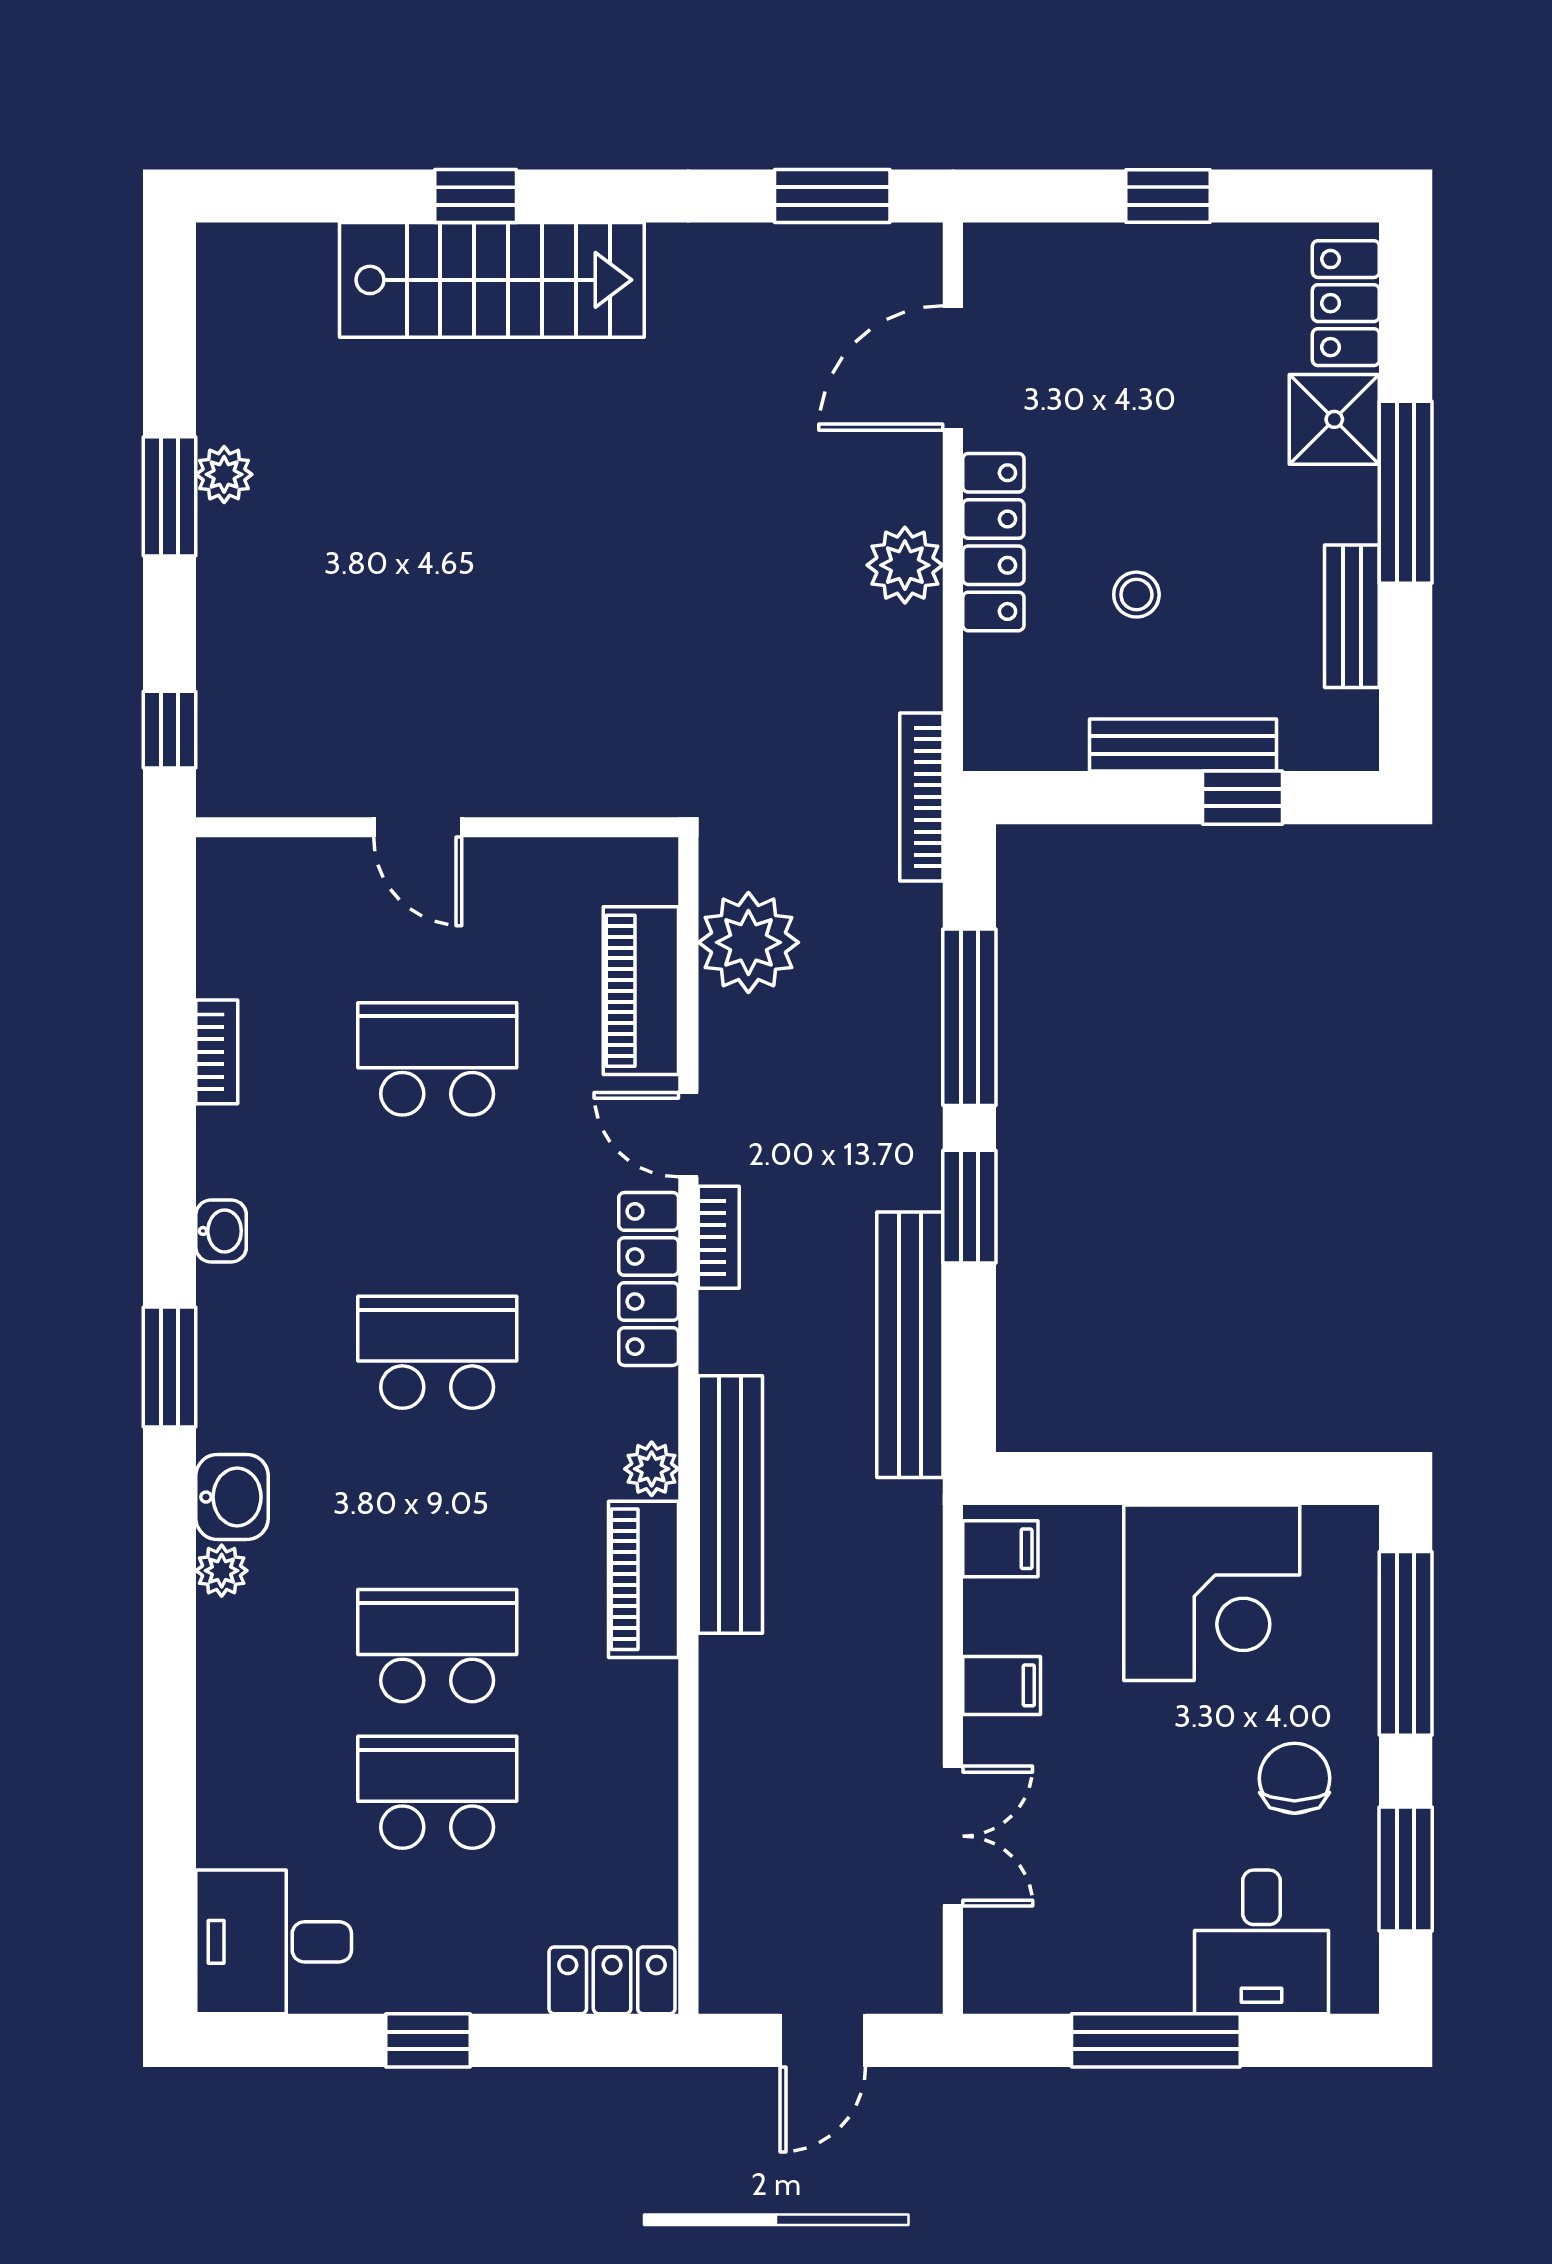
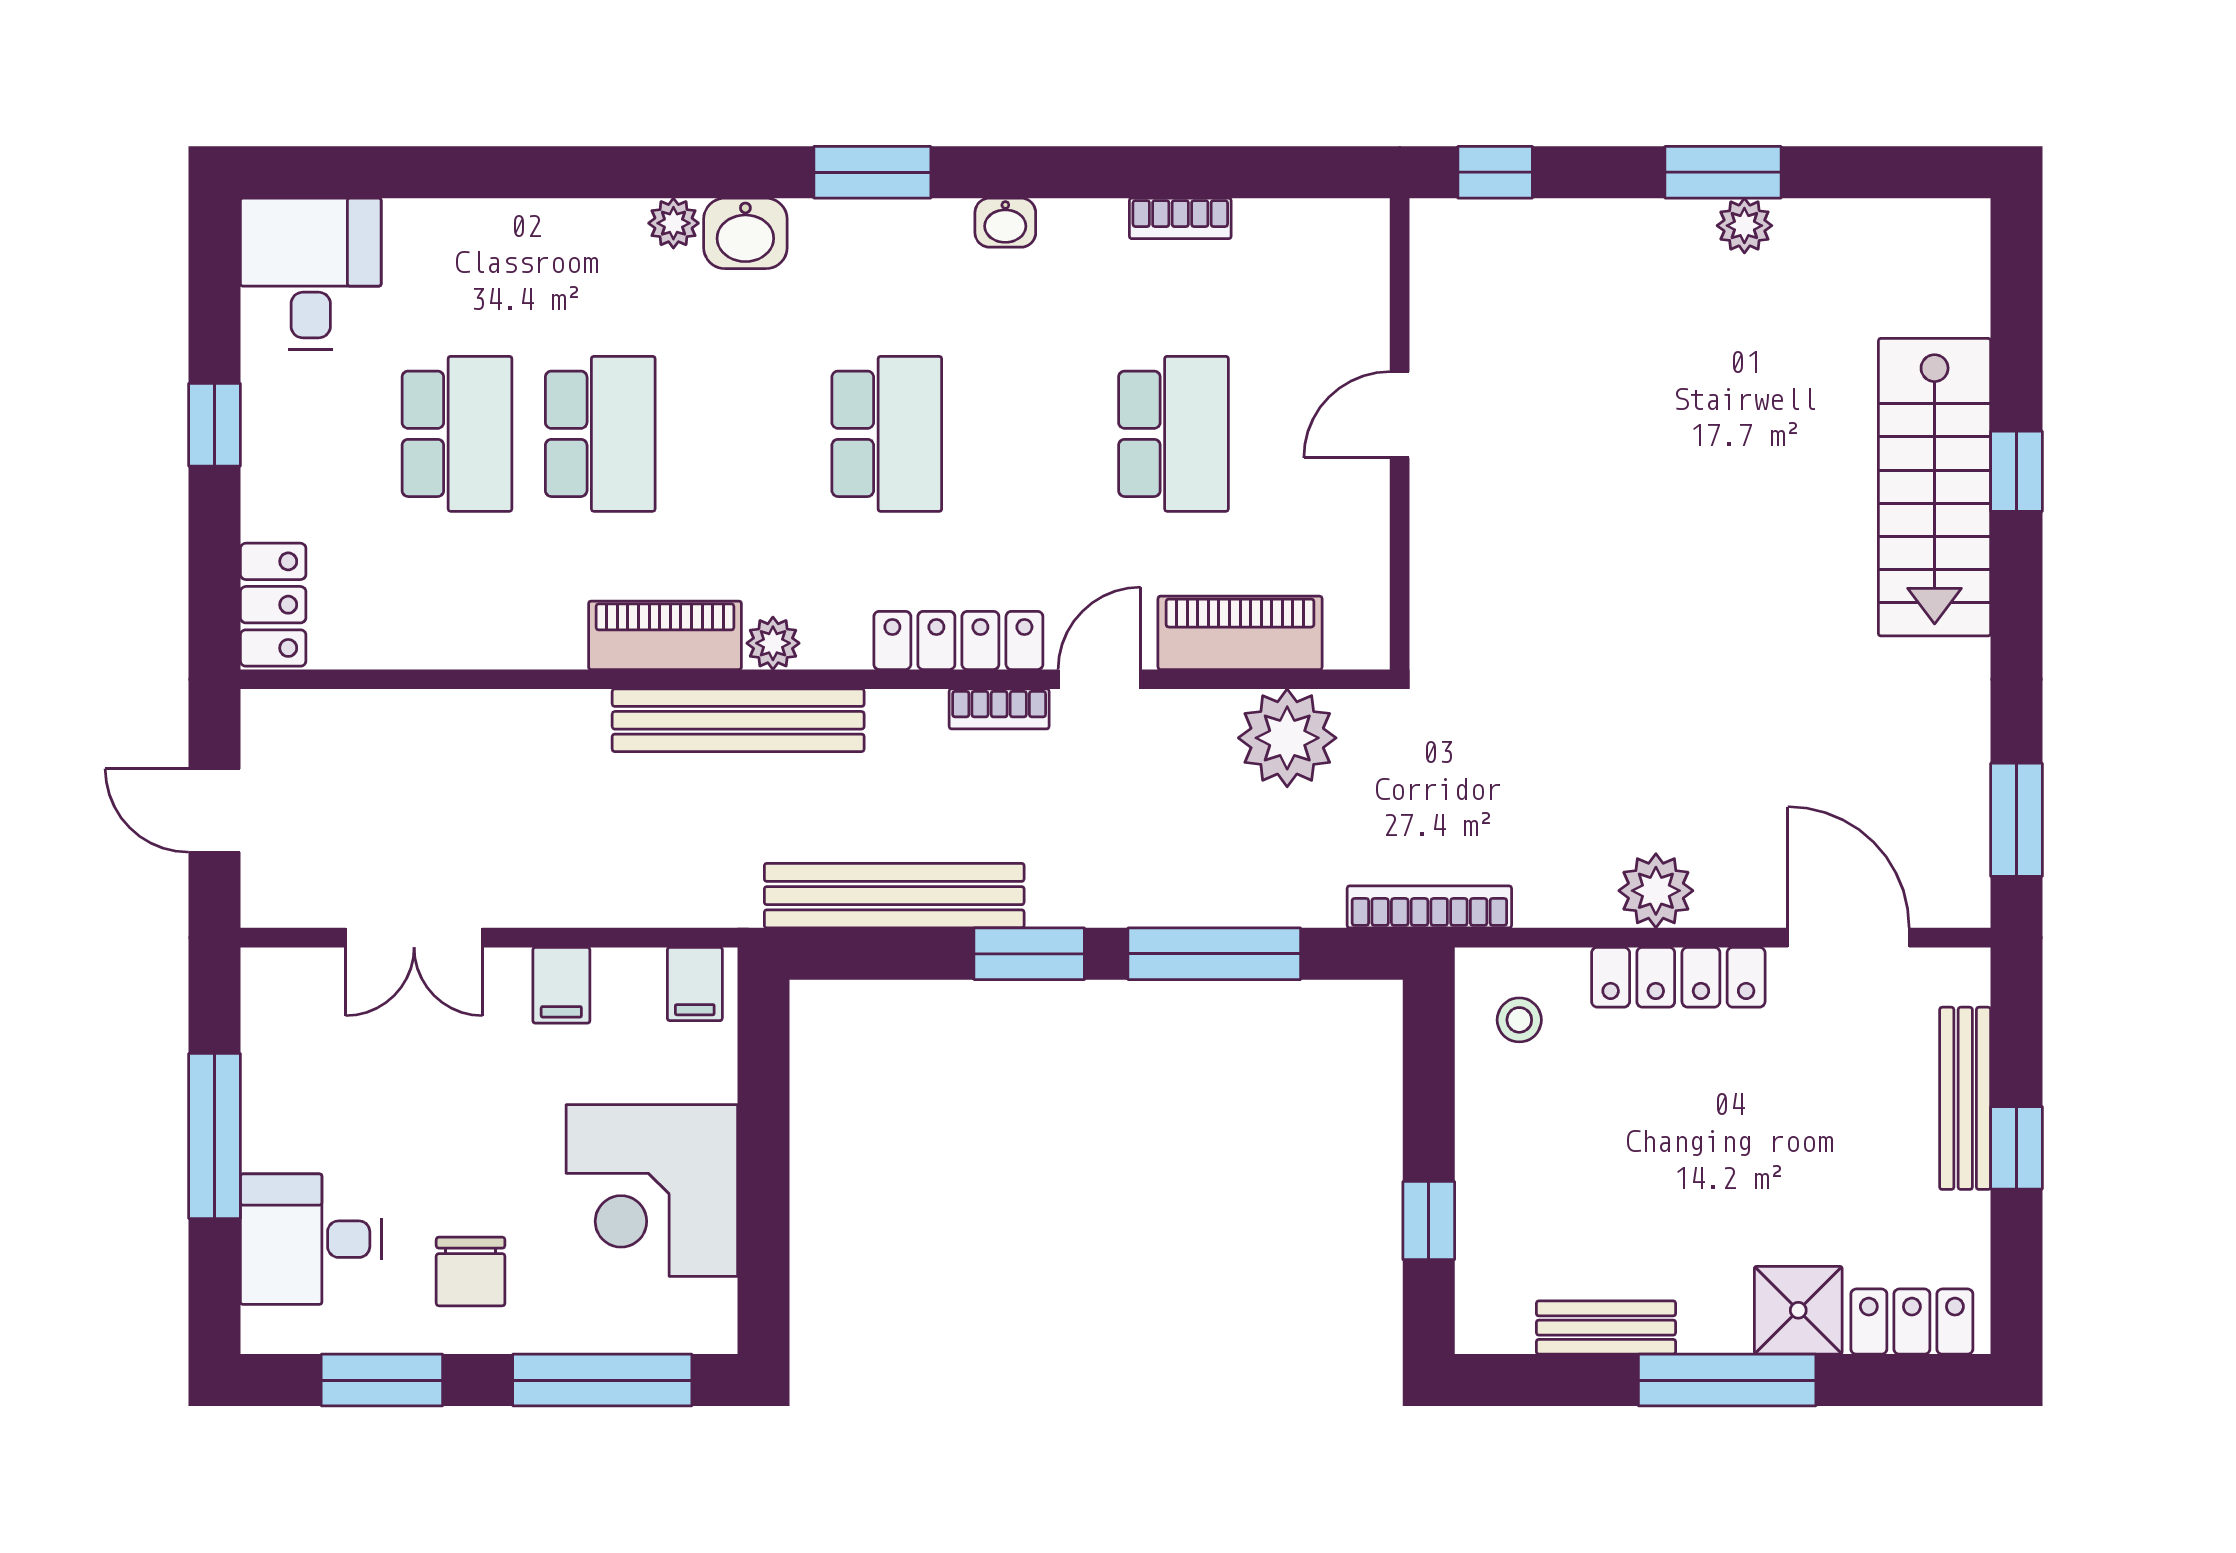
stool: (1136, 595) -> (1519, 1020), moved
bench: (1183, 745) -> (1965, 1098), moved
chair: (1295, 1778) -> (471, 1271), turned 90

